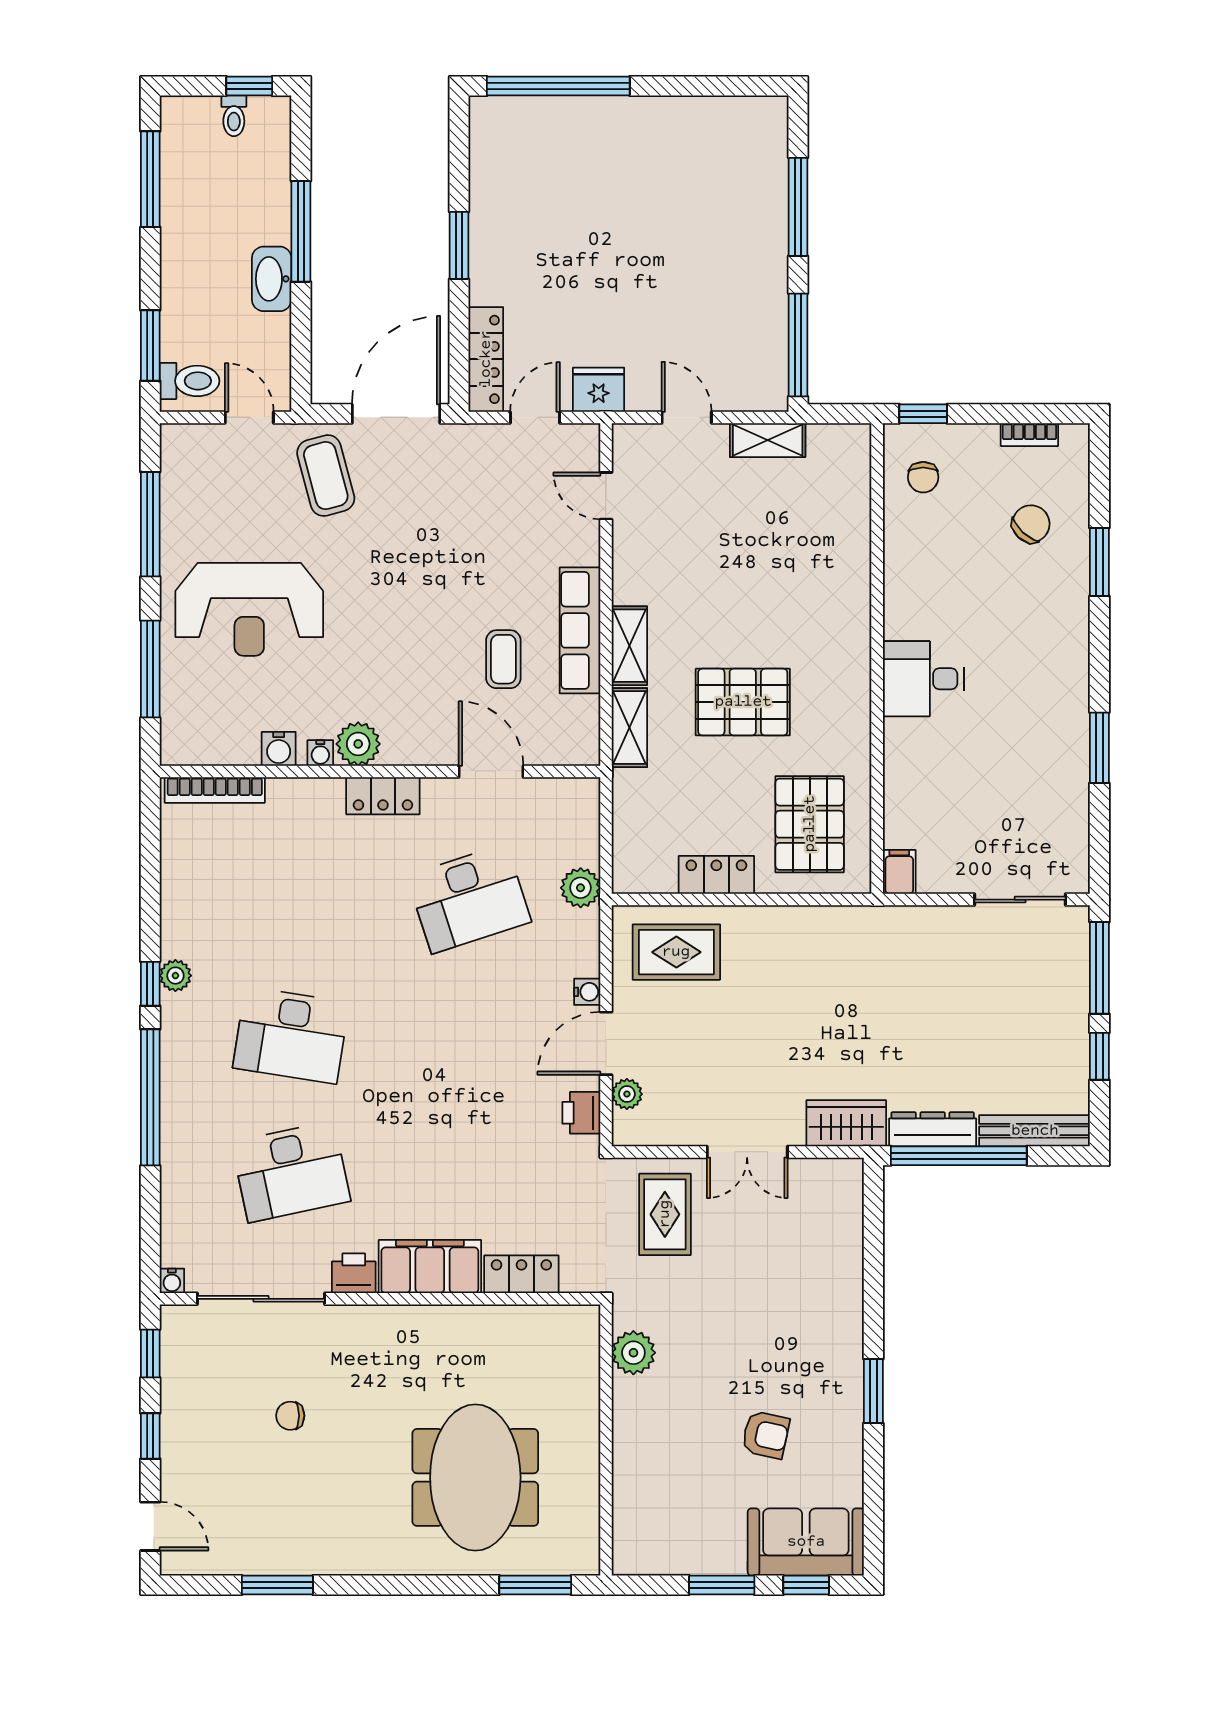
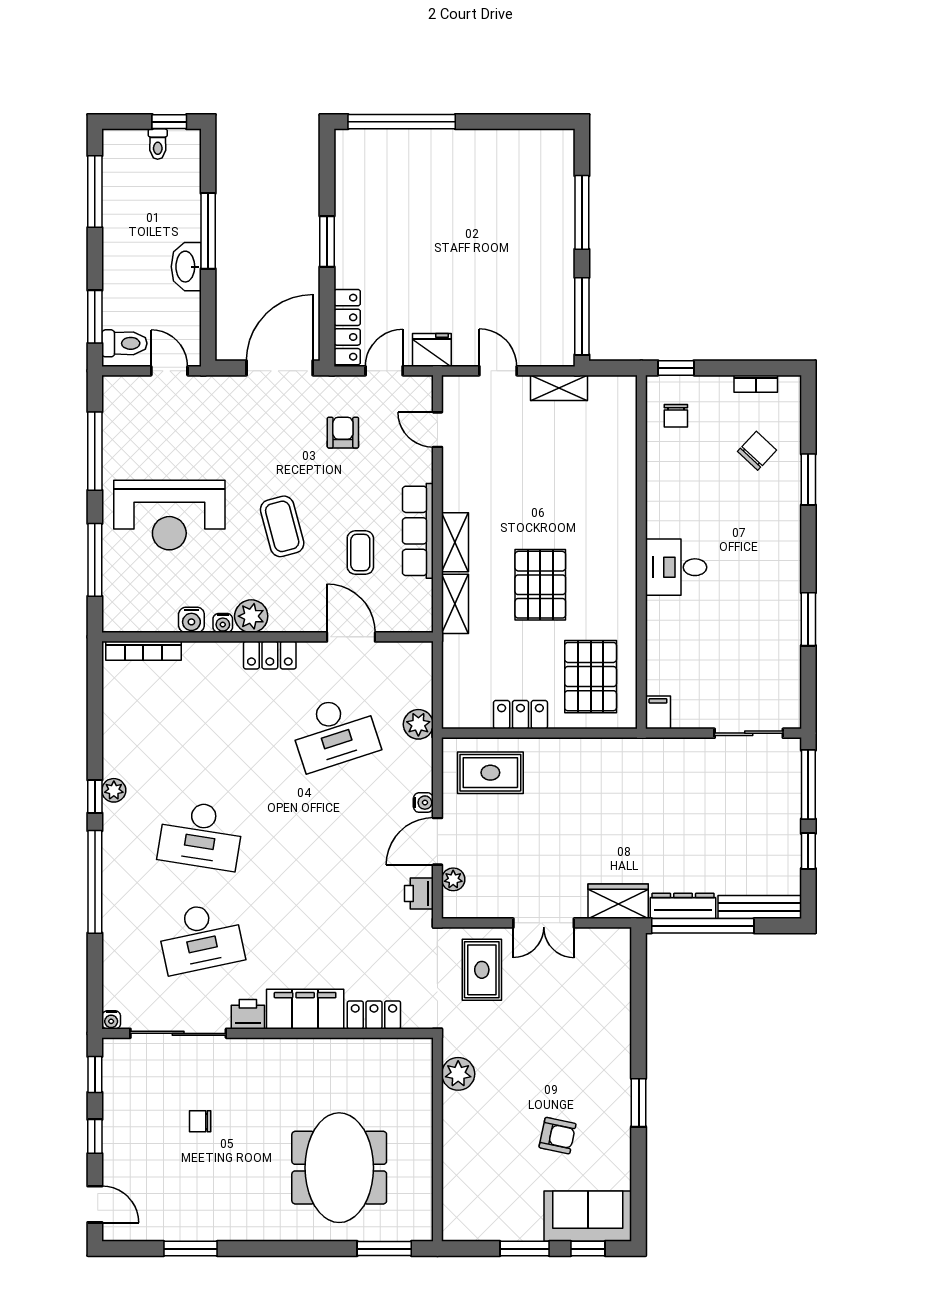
coffee table: (326, 476) -> (282, 526), moved
armchair: (480, 500) -> (343, 433), added
pallet: (743, 702) -> (540, 585), turned 90

